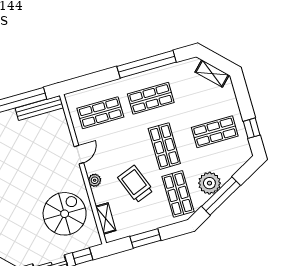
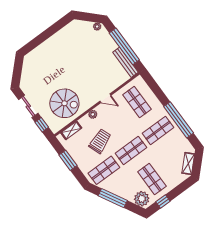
shop shelf: (151, 98) -> (158, 130), turned 90
plant: (209, 183) -> (142, 199), moved

